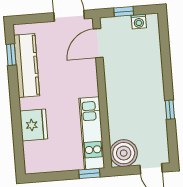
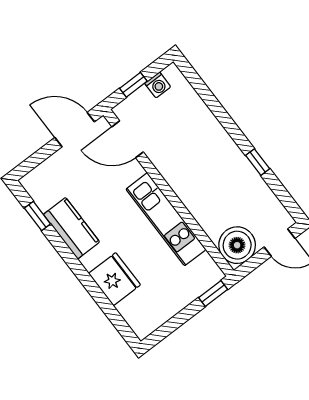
door: (98, 43) -> (128, 139), hinge flipped
kitchen counter: (27, 65) -> (71, 228), width x0.67
kitchen unit: (92, 133) -> (166, 219), moved

